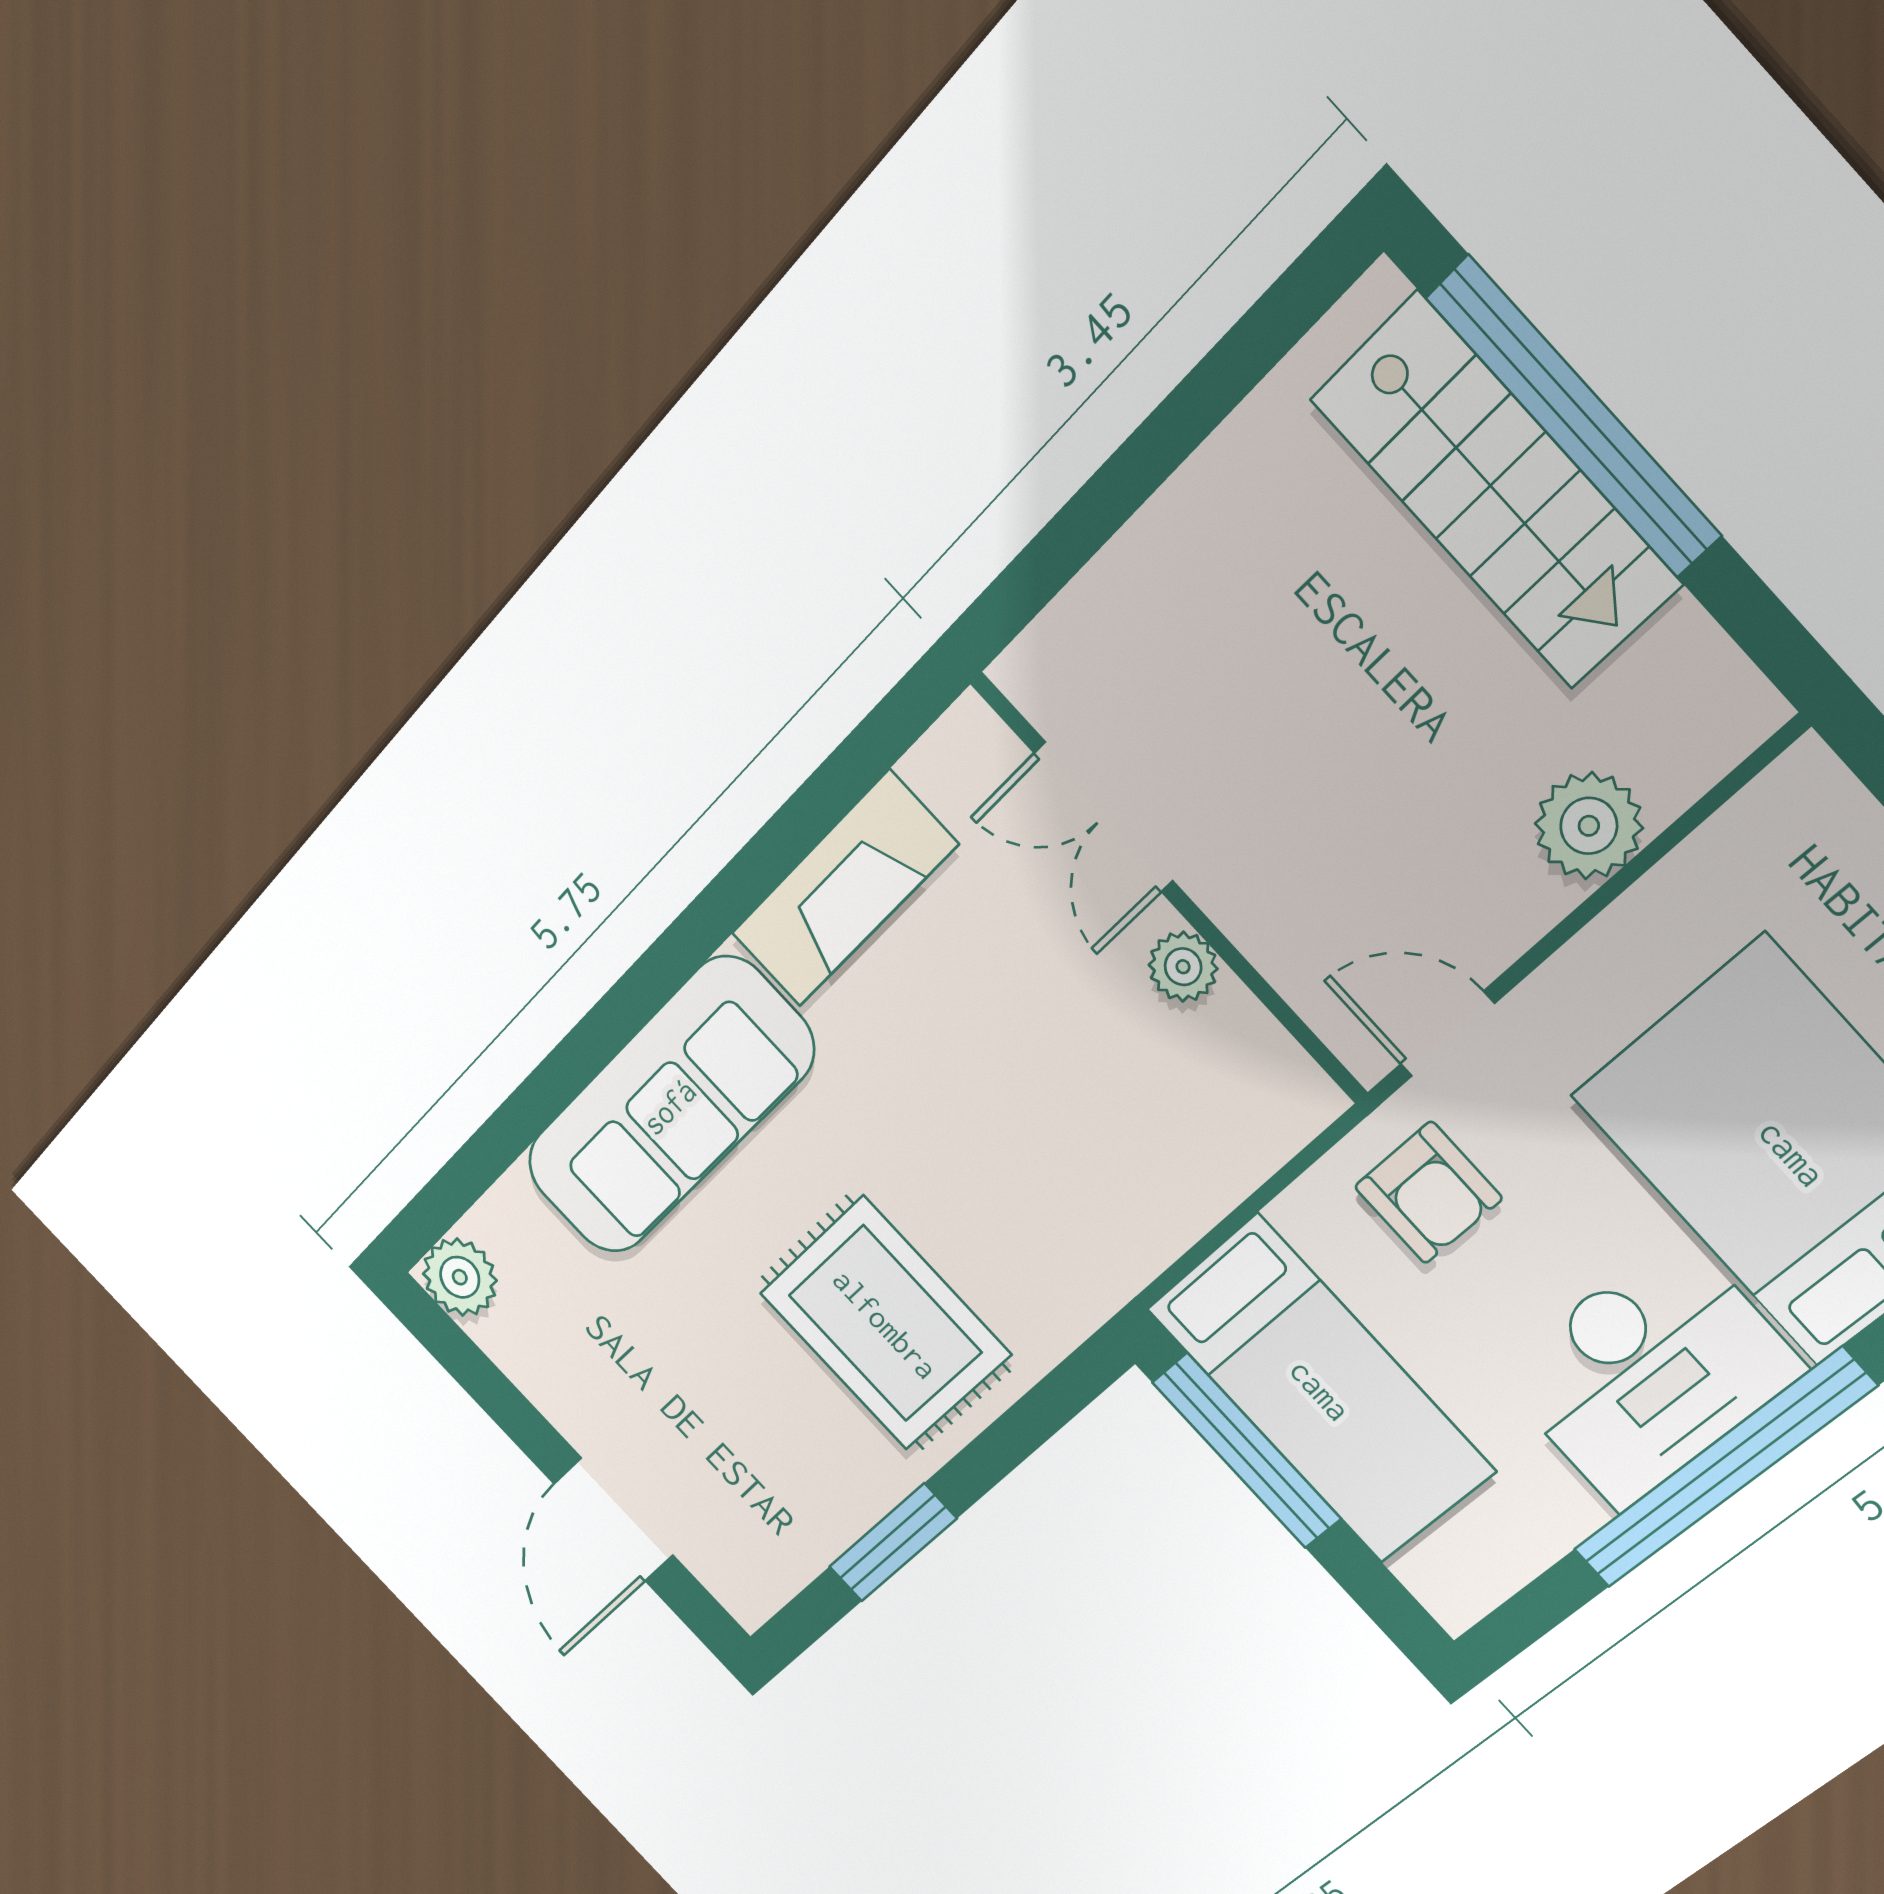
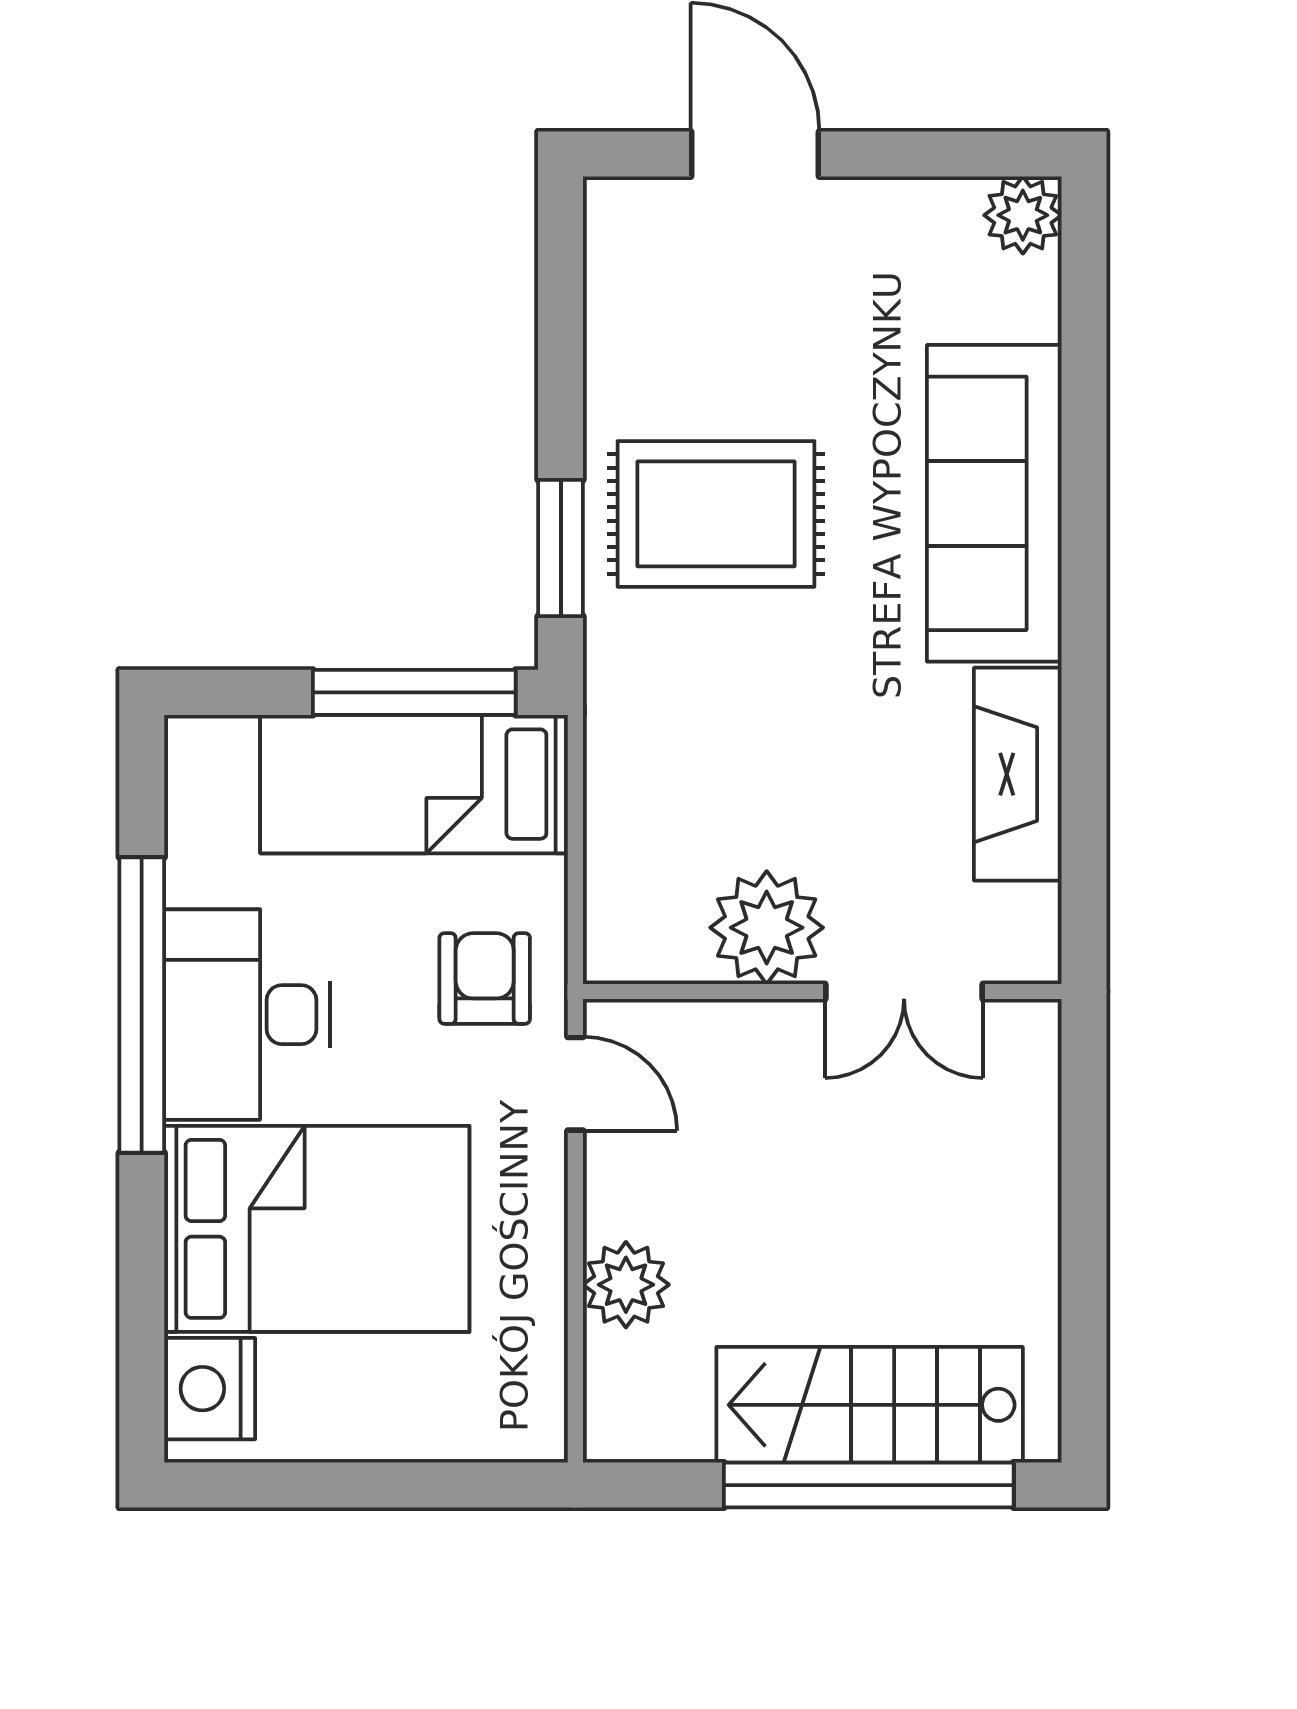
double door: (1104, 817) -> (904, 992), swing flipped
plant: (1183, 967) -> (767, 928), width x1.88, depth x1.88
door: (1447, 1034) -> (575, 1084), hinge flipped
armchair: (1428, 1193) -> (485, 978), turned 90
window: (893, 1543) -> (561, 548), moved

